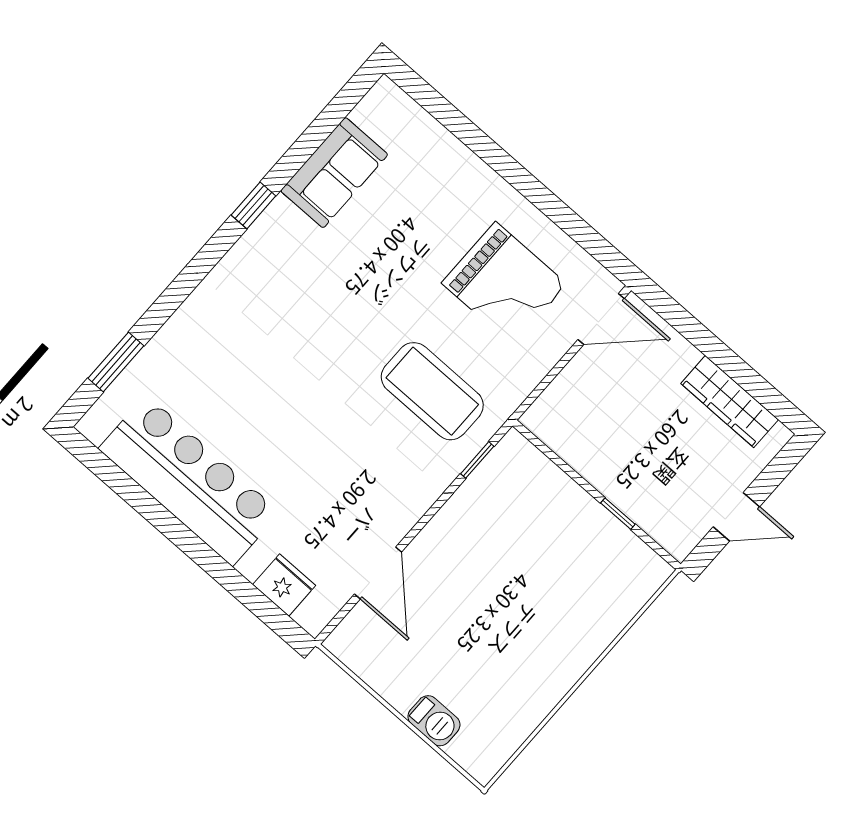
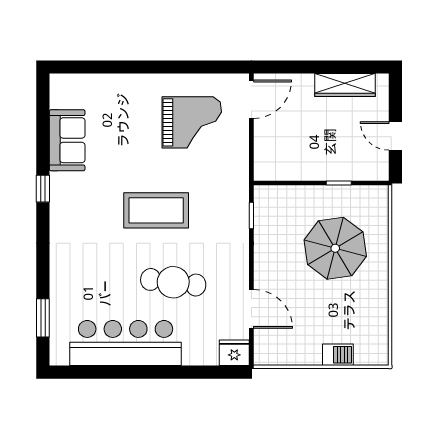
coffee table: (432, 391) -> (156, 210), moved
cafe table: (312, 458) -> (173, 282), added
door: (736, 517) -> (395, 136), swing flipped
fridge: (284, 585) -> (234, 353), moved
parasol: (544, 589) -> (335, 248), added

